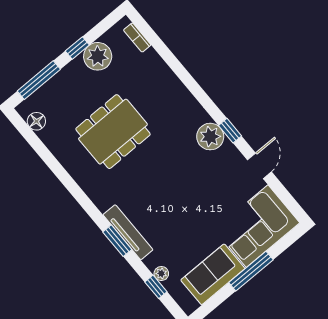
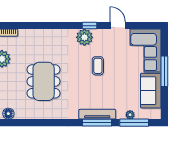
coffee table: (189, 183) -> (98, 66), added
window: (117, 241) -> (97, 123), width x1.44
window: (156, 287) -> (134, 123), width x2.17

